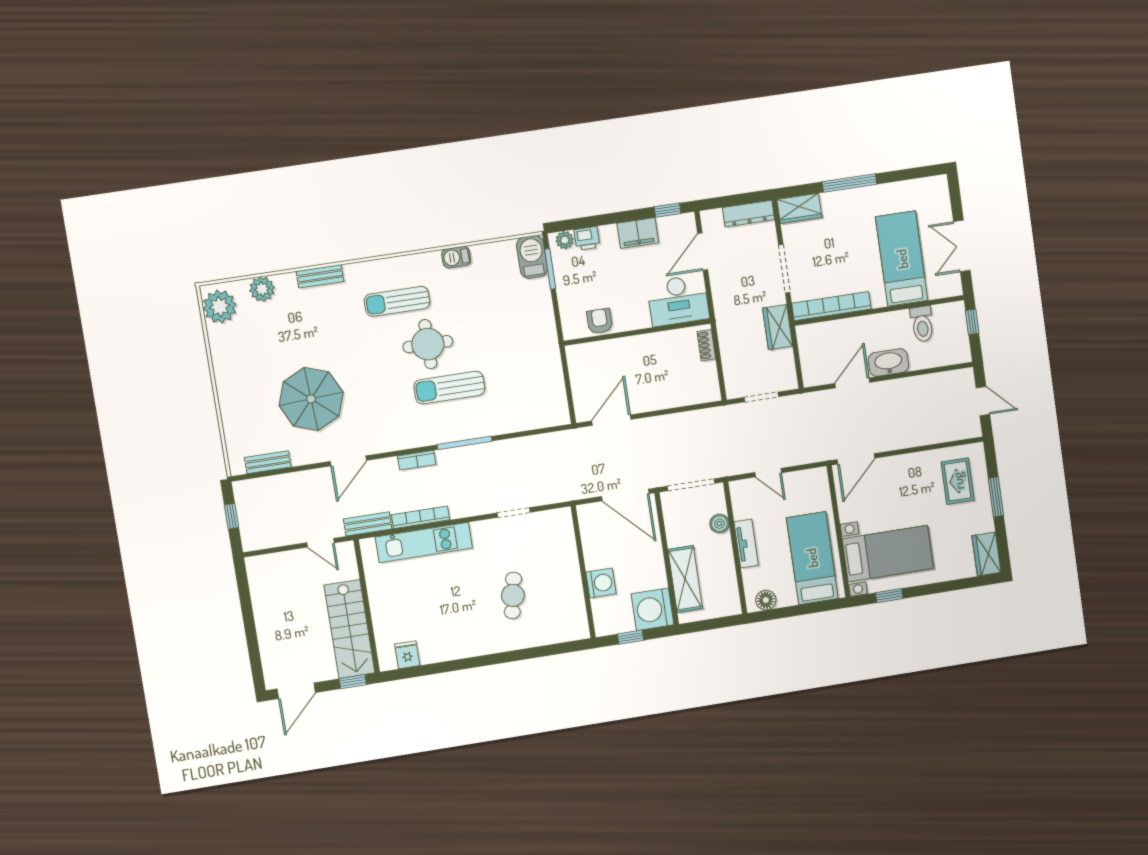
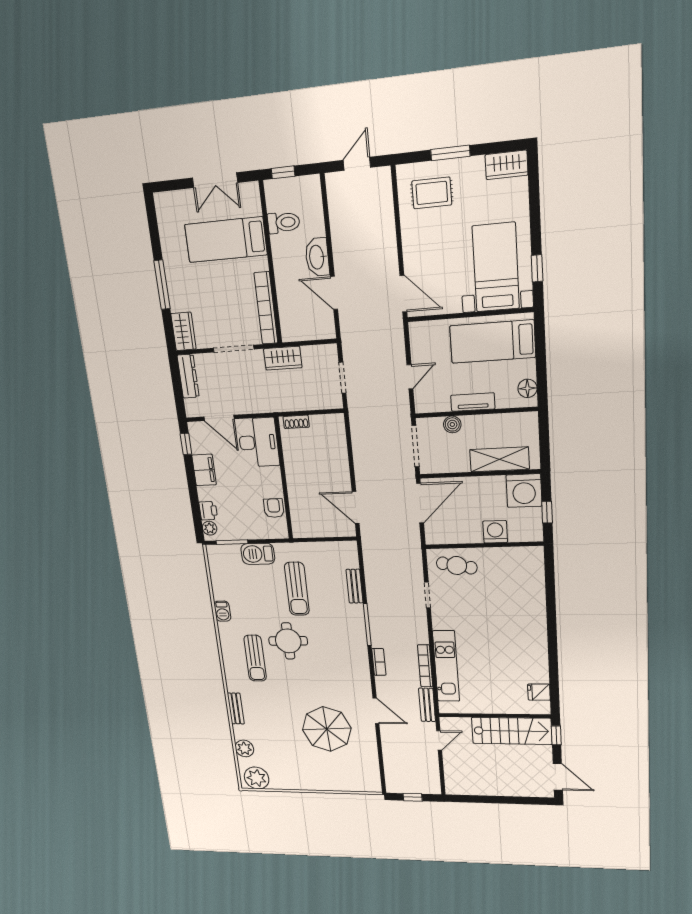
barbecue: (532, 257) -> (258, 554), moved
armchair: (600, 321) -> (274, 508), turned 90
sun lounger: (449, 388) -> (297, 589), moved
bench: (268, 462) -> (355, 586), moved
cafe table: (513, 595) -> (457, 565), moved

